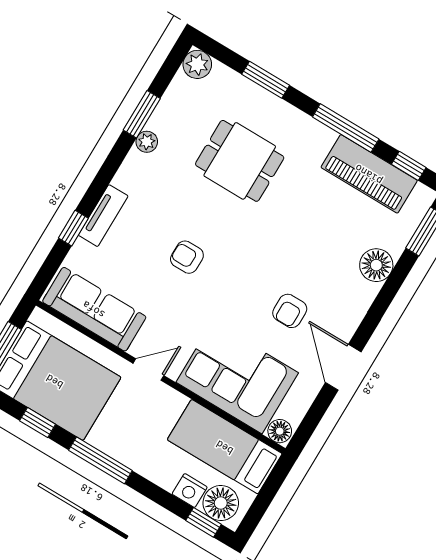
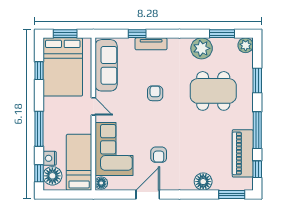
window: (142, 114) -> (222, 34), moved
plant: (147, 142) -> (202, 48), width x1.87, depth x1.87
dining table: (240, 161) -> (213, 91), width x1.38
armchair: (290, 311) -> (159, 155), turned -90
window: (100, 460) -> (39, 129), moved

